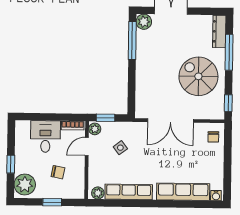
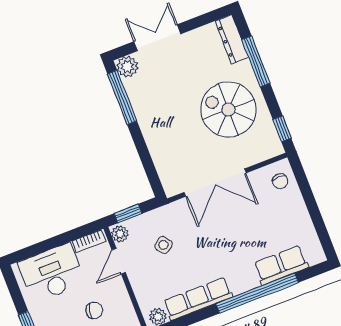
desk: (45, 136) -> (52, 273), width x1.37
row of seats: (183, 192) -> (281, 265), width x0.68
water cooler: (216, 196) -> (315, 257), removed
window: (169, 204) -> (257, 293), added

